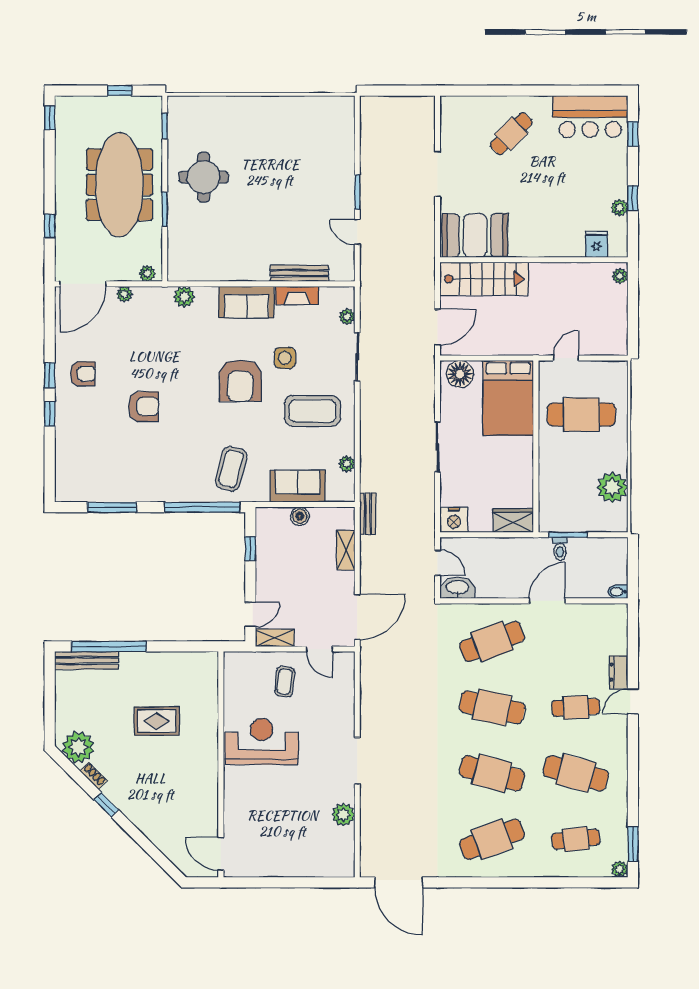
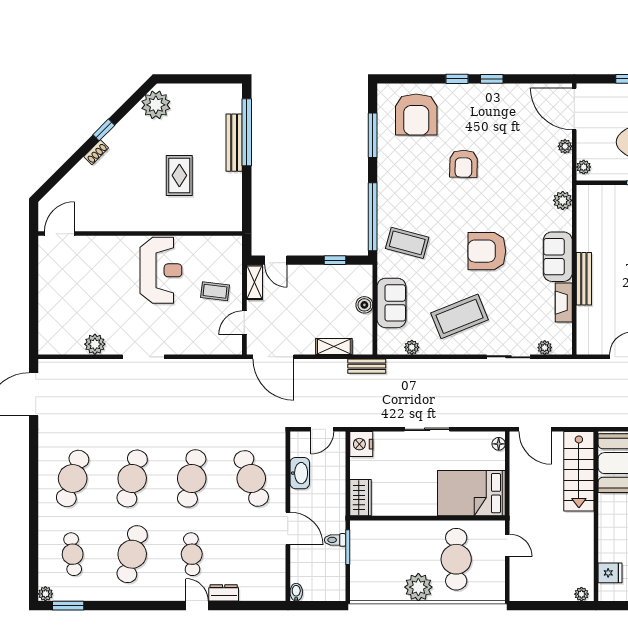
bench: (299, 273) -> (584, 279), moved
side table: (285, 358) -> (507, 291), removed
armchair: (83, 374) -> (416, 114), moved, width x1.88, depth x1.88
floor lamp: (460, 374) -> (499, 444), width x0.53, depth x0.53
coffee table: (313, 411) -> (460, 316), turned 68
plant: (612, 487) -> (418, 587), moved
washbasin: (457, 588) -> (300, 473), moved
bench: (87, 660) -> (234, 143), moved
shoe rack: (93, 776) -> (96, 152), moved
cafe table: (492, 839) -> (73, 478), turned 39

